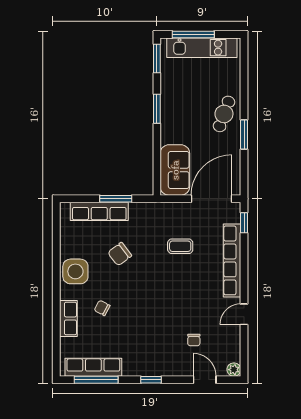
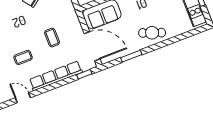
window: (244, 135) -> (131, 56), moved
coffee table: (192, 294) -> (23, 57), added

